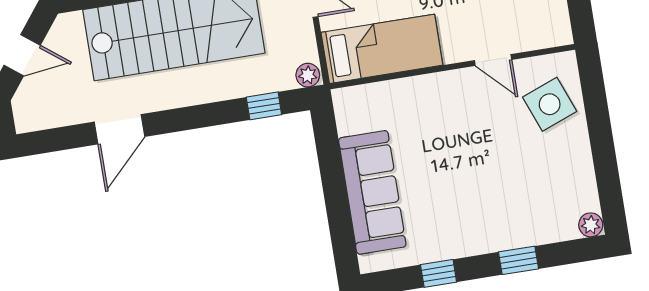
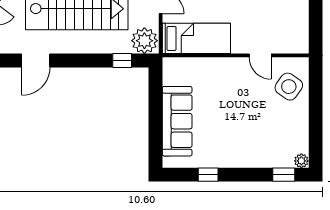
plant: (308, 75) -> (144, 41), width x1.87, depth x1.87
side table: (550, 104) -> (289, 87), turned -34
window: (519, 260) -> (284, 175), moved

